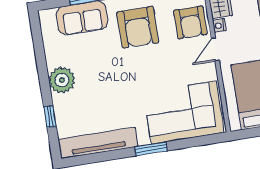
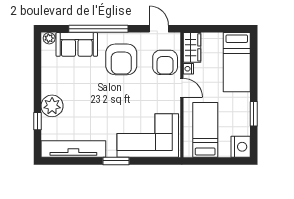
plant: (48, 16) -> (49, 38), added
door: (215, 49) -> (182, 88), swing flipped
plant: (62, 80) -> (52, 106), moved

